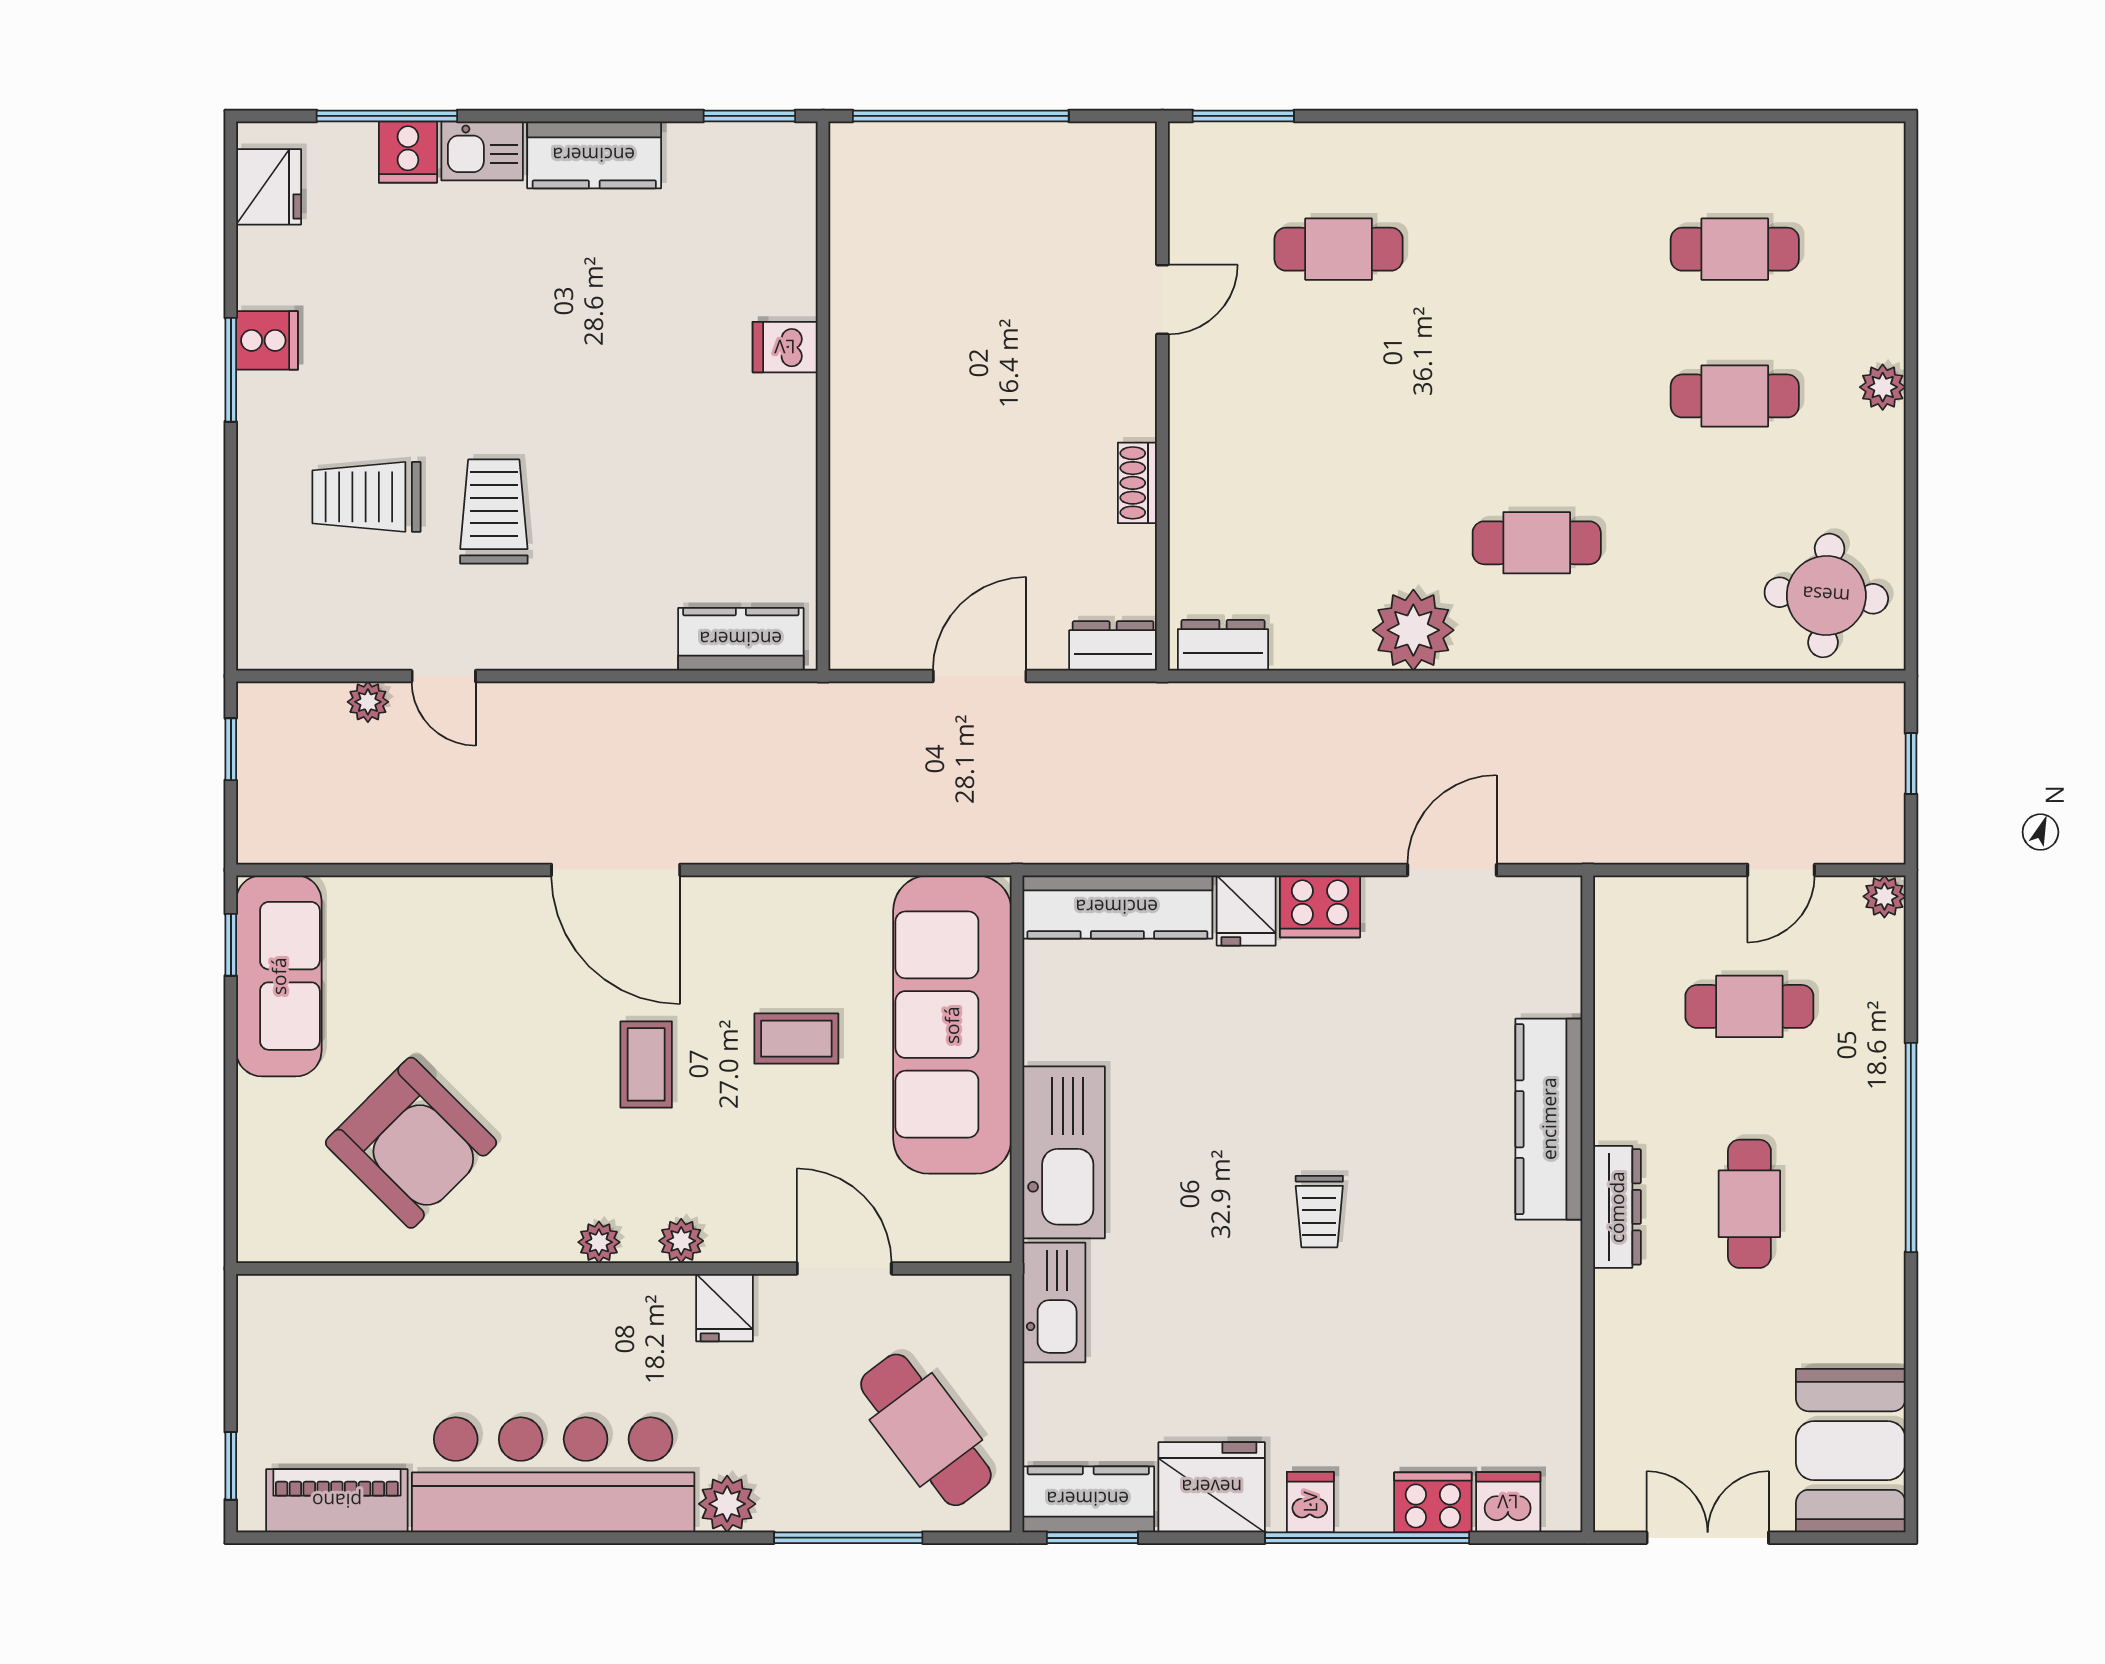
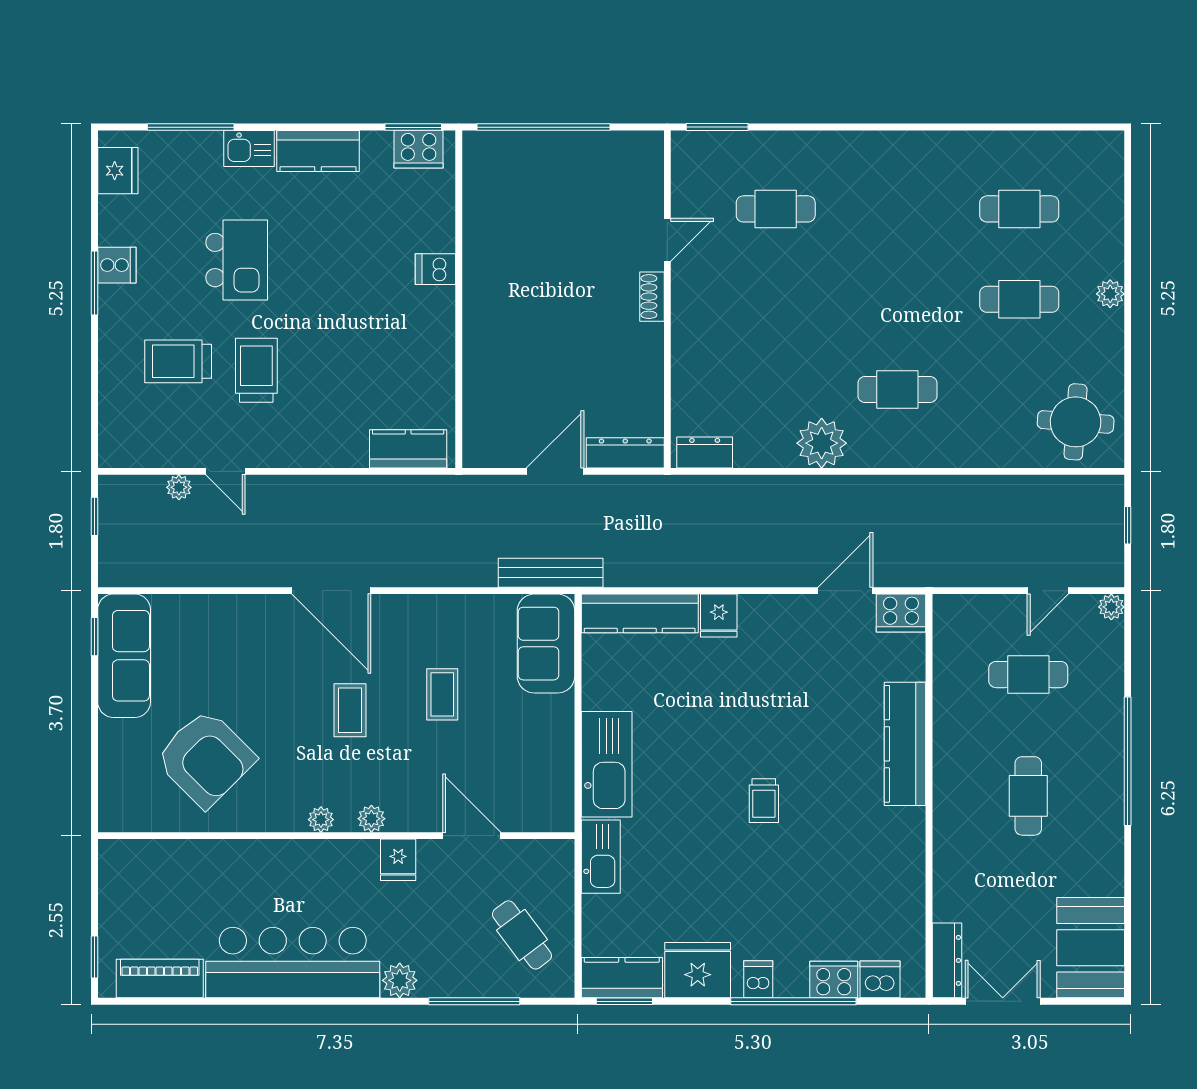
cooker: (408, 152) -> (419, 149), moved, width x1.36
kitchen island: (462, 332) -> (237, 260), added
shoe rack: (1137, 483) -> (652, 297), moved
dresser: (1113, 646) -> (625, 453), width x1.44
bench: (973, 841) -> (551, 573), added
cooker: (1320, 906) -> (901, 613), moved
sofa: (952, 1025) -> (546, 644), width x0.54, depth x0.79
coffee table: (796, 1039) -> (442, 694), turned 90
dresser: (1617, 1207) -> (947, 960), moved
cafe table: (926, 1430) -> (522, 935), width x0.73, depth x0.74

